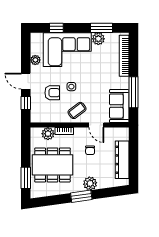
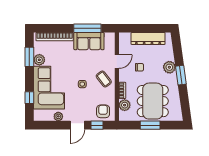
armchair: (52, 93) -> (103, 111), moved
sofa: (119, 106) -> (89, 41), moved
window: (26, 178) -> (150, 125), moved

